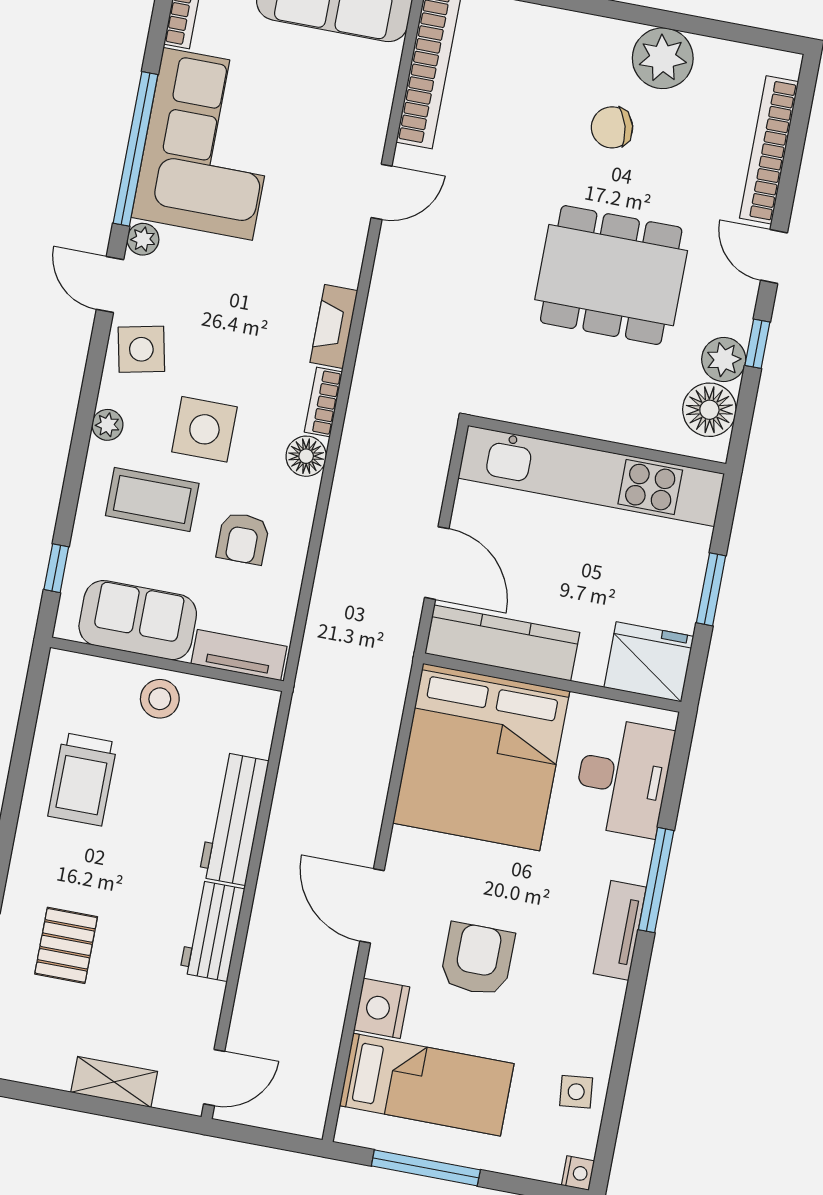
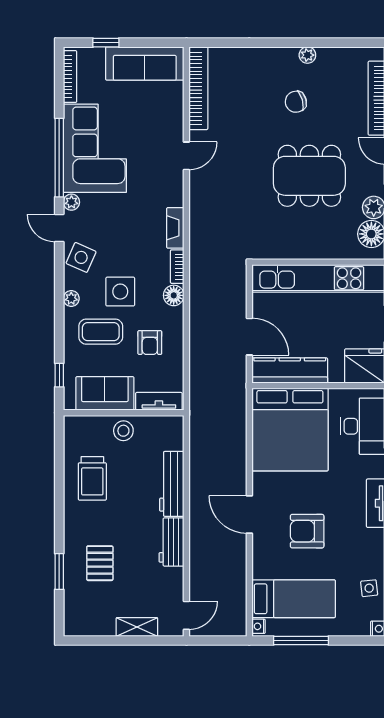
plant: (663, 58) -> (307, 55), width x0.53, depth x0.53
side table: (141, 349) -> (81, 257), turned 36
armchair: (477, 959) -> (307, 531), turned -90
nightstand: (382, 1008) -> (259, 626), moved, width x0.53, depth x0.56

